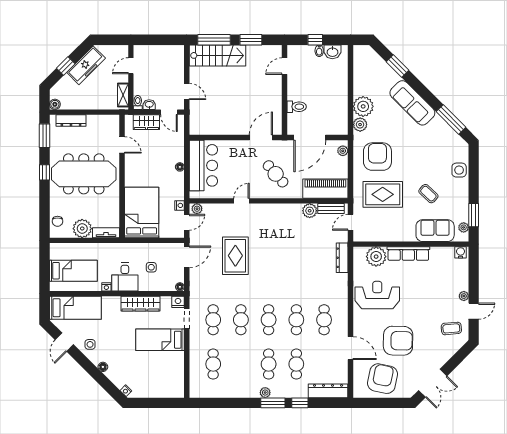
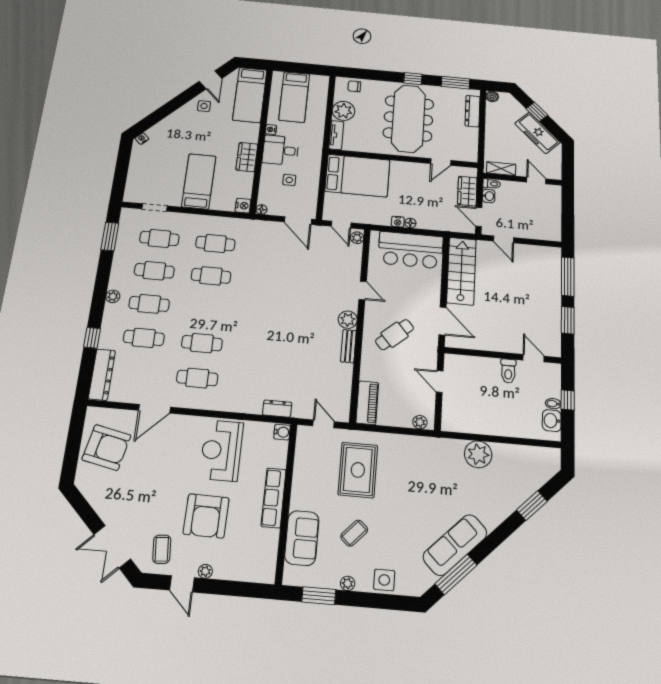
stairs: (217, 55) -> (461, 271), moved, turned 180
door: (187, 92) -> (504, 239), hinge flipped
sofa: (412, 103) -> (455, 545), moved
toilet: (297, 107) -> (508, 371), moved
door: (169, 112) -> (479, 217), hinge flipped
plant: (360, 125) -> (454, 448), removed
door: (310, 137) -> (440, 382), width x0.53
armchair: (377, 157) -> (410, 467), removed
piano: (325, 189) -> (367, 403), width x0.73, depth x0.75
nightstand: (180, 205) -> (398, 222), moved
bench: (331, 209) -> (348, 346), moved
plant: (310, 211) -> (348, 320), moved
plant: (464, 227) -> (348, 583), moved
water cooler: (461, 252) -> (282, 432), moved
rug: (235, 256) -> (294, 277), removed
plant: (376, 257) -> (274, 454), removed
dresser: (342, 258) -> (277, 409), width x0.70
reception desk: (377, 295) -> (221, 450), turned 180
wardrobe: (140, 304) -> (247, 157), width x0.67
doorway: (187, 319) -> (154, 207), moved
cafe table: (269, 320) -> (154, 271), moved
armchair: (398, 341) -> (206, 516), moved
door: (64, 342) -> (211, 80), swing flipped
floor lamp: (103, 367) -> (175, 117), removed
double door: (433, 383) -> (112, 547), moved
window: (273, 403) -> (110, 236), moved

